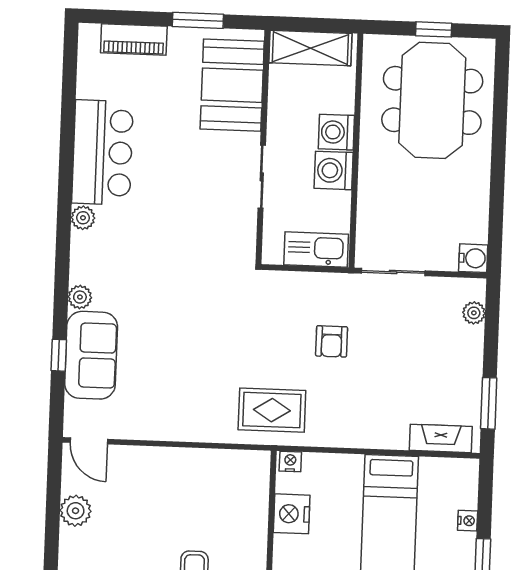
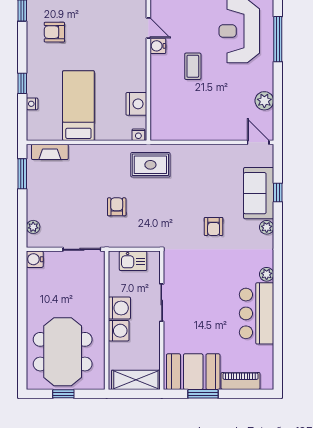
booth: (232, 85) -> (193, 372), moved, turned 90
kitchen sink: (316, 249) -> (133, 261), width x0.73
armchair: (169, 302) -> (214, 226), added

